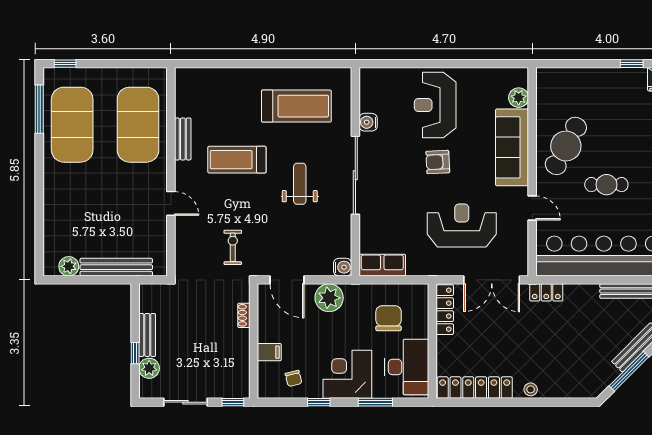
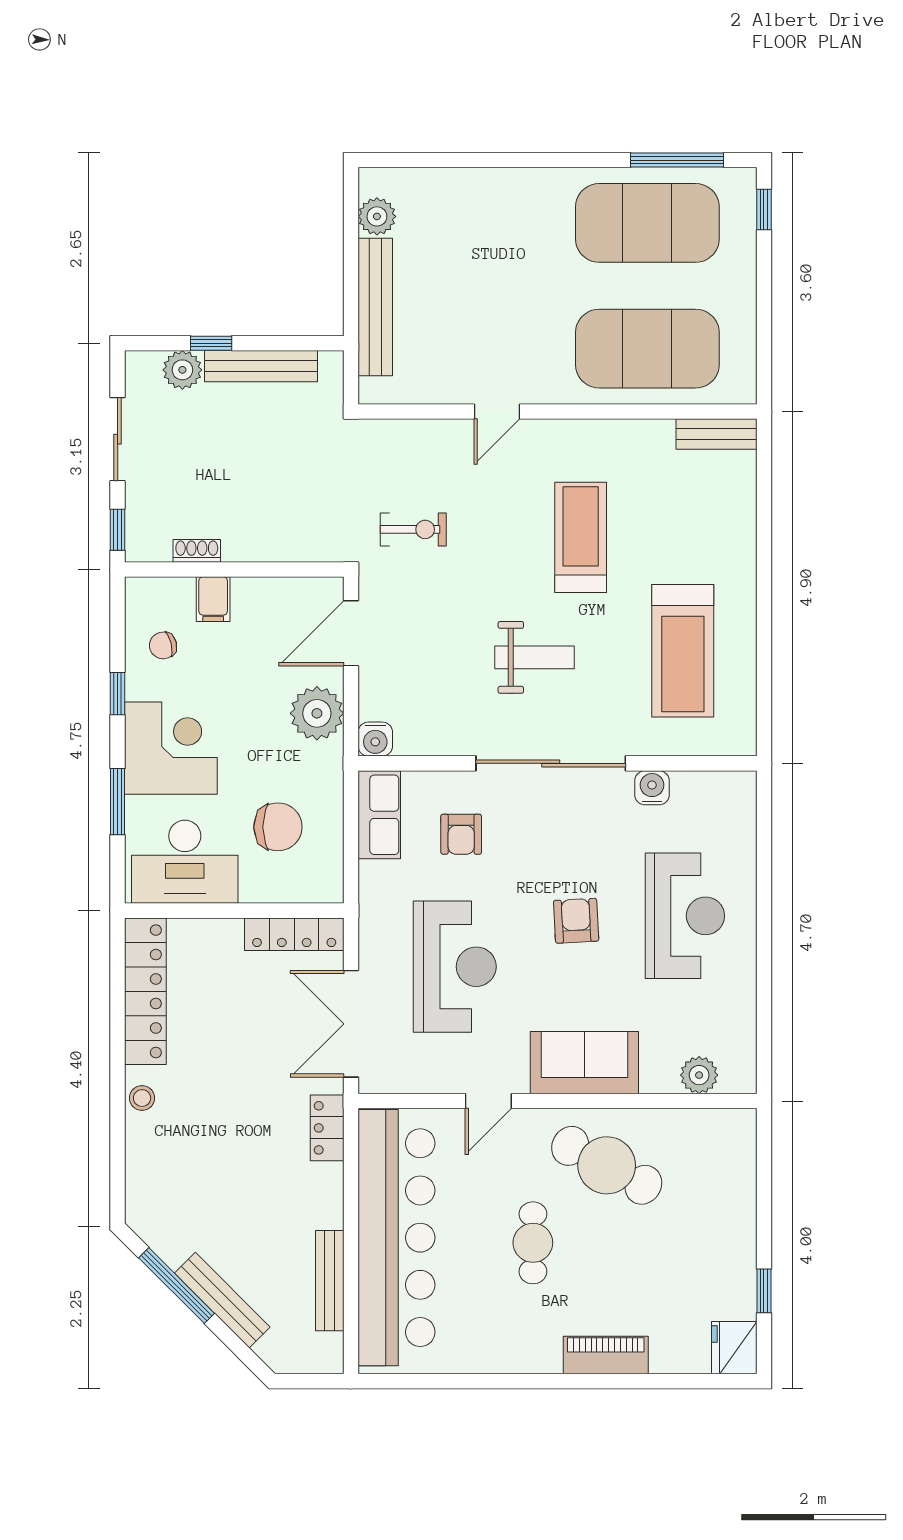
reception desk: (435, 105) -> (685, 916), turned 90
bench: (183, 139) -> (716, 434), moved
sofa: (512, 147) -> (584, 1063), width x0.73
armchair: (392, 222) -> (461, 834), added
shoe rack: (244, 315) -> (197, 551), moved
bench: (147, 335) -> (261, 366), width x1.36

